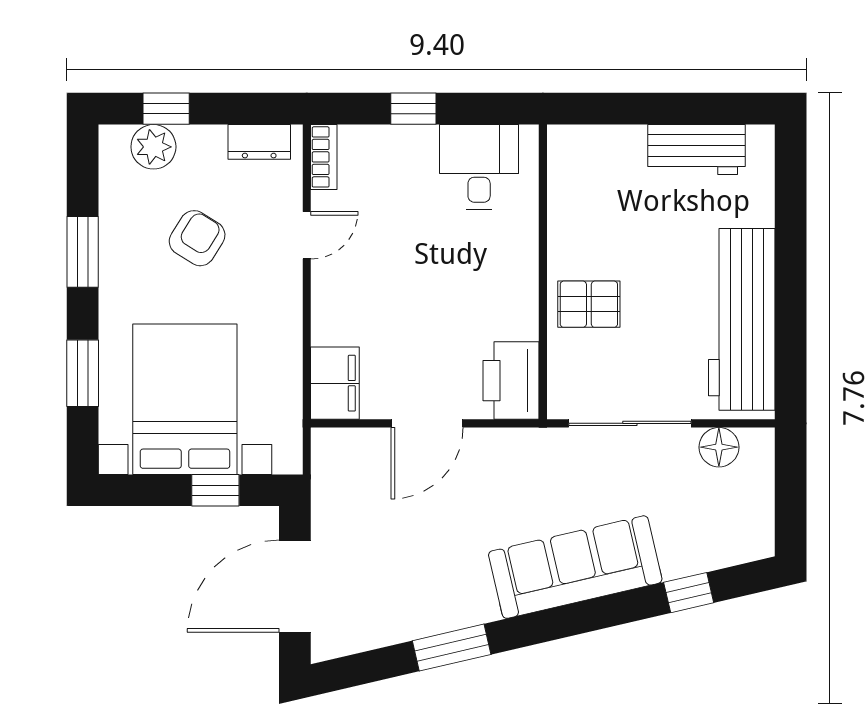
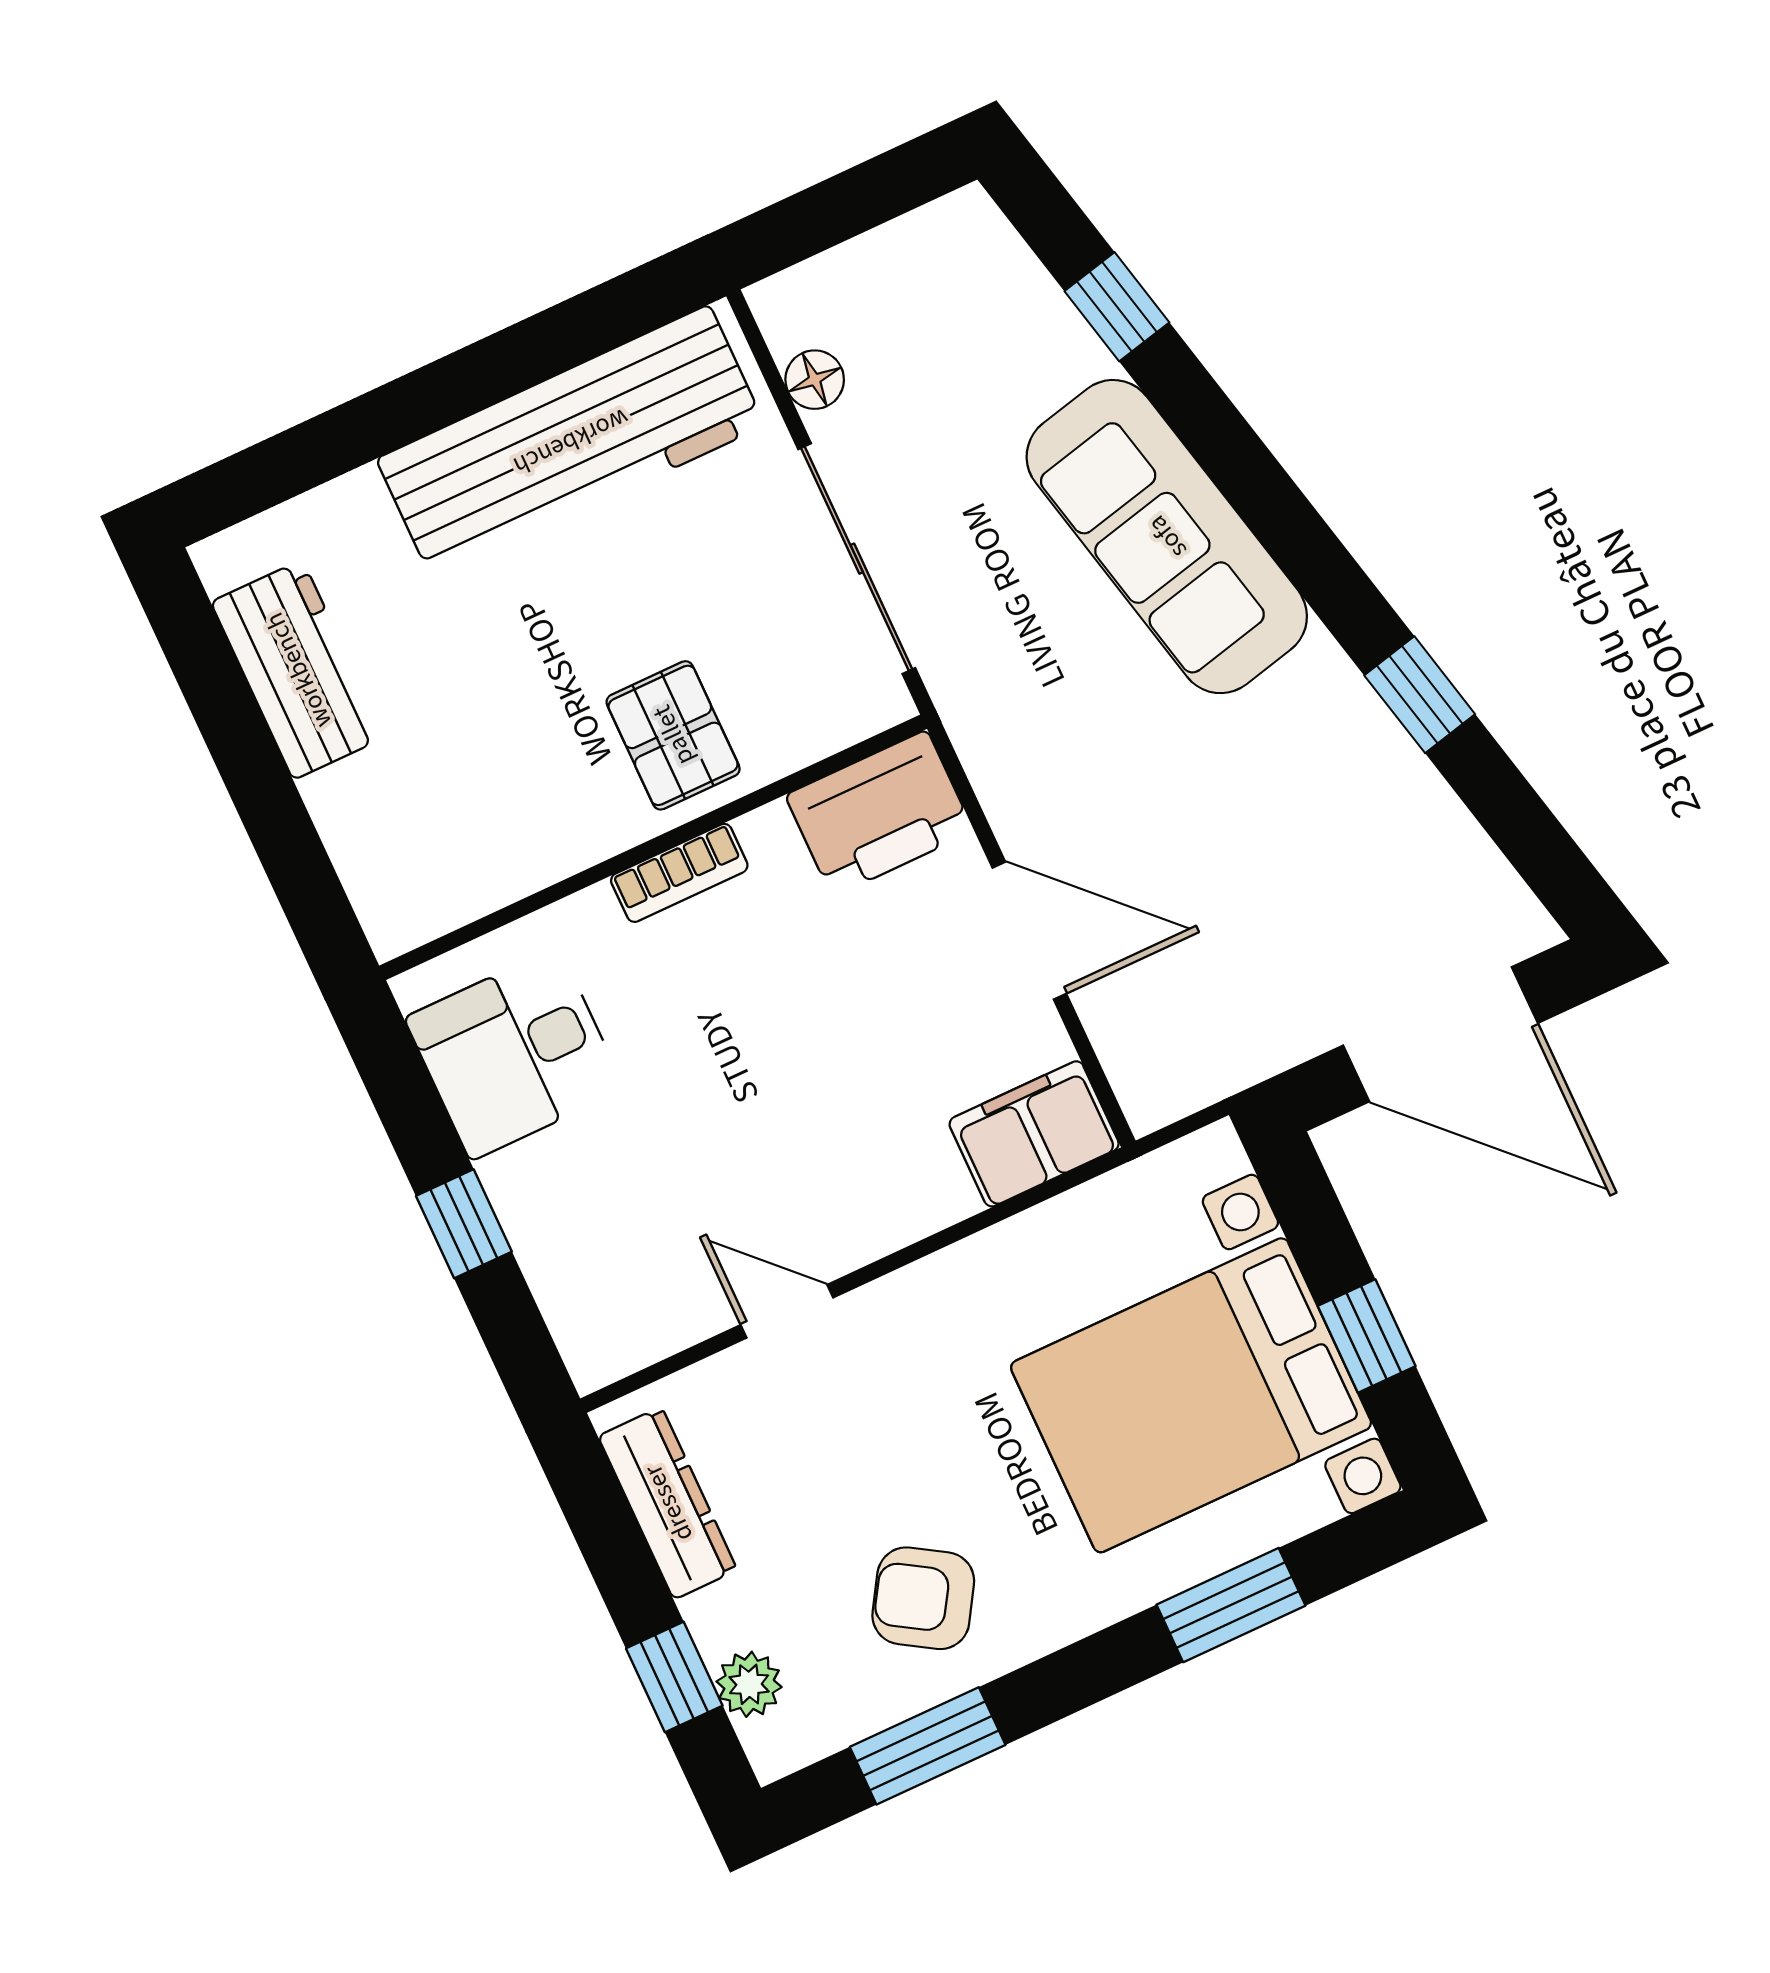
dresser: (259, 142) -> (668, 1503), width x1.44
plant: (153, 147) -> (749, 1684), width x0.73, depth x0.73
bookcase: (324, 157) -> (679, 873), moved, turned 180
armchair: (197, 238) -> (923, 1598), moved
window: (83, 252) -> (928, 1746), moved
floor lamp: (719, 447) -> (815, 380), width x0.73, depth x0.73
window: (215, 490) -> (1367, 1336), moved
window: (452, 648) -> (1420, 695), width x0.67

